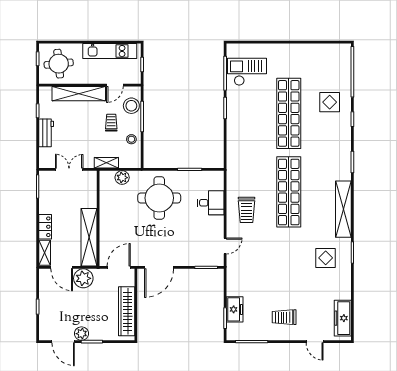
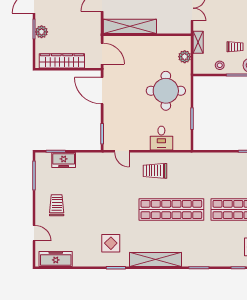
plant: (83, 278) -> (92, 21), removed
plant: (81, 334) -> (42, 32), moved
door: (315, 342) -> (34, 233), swing flipped

